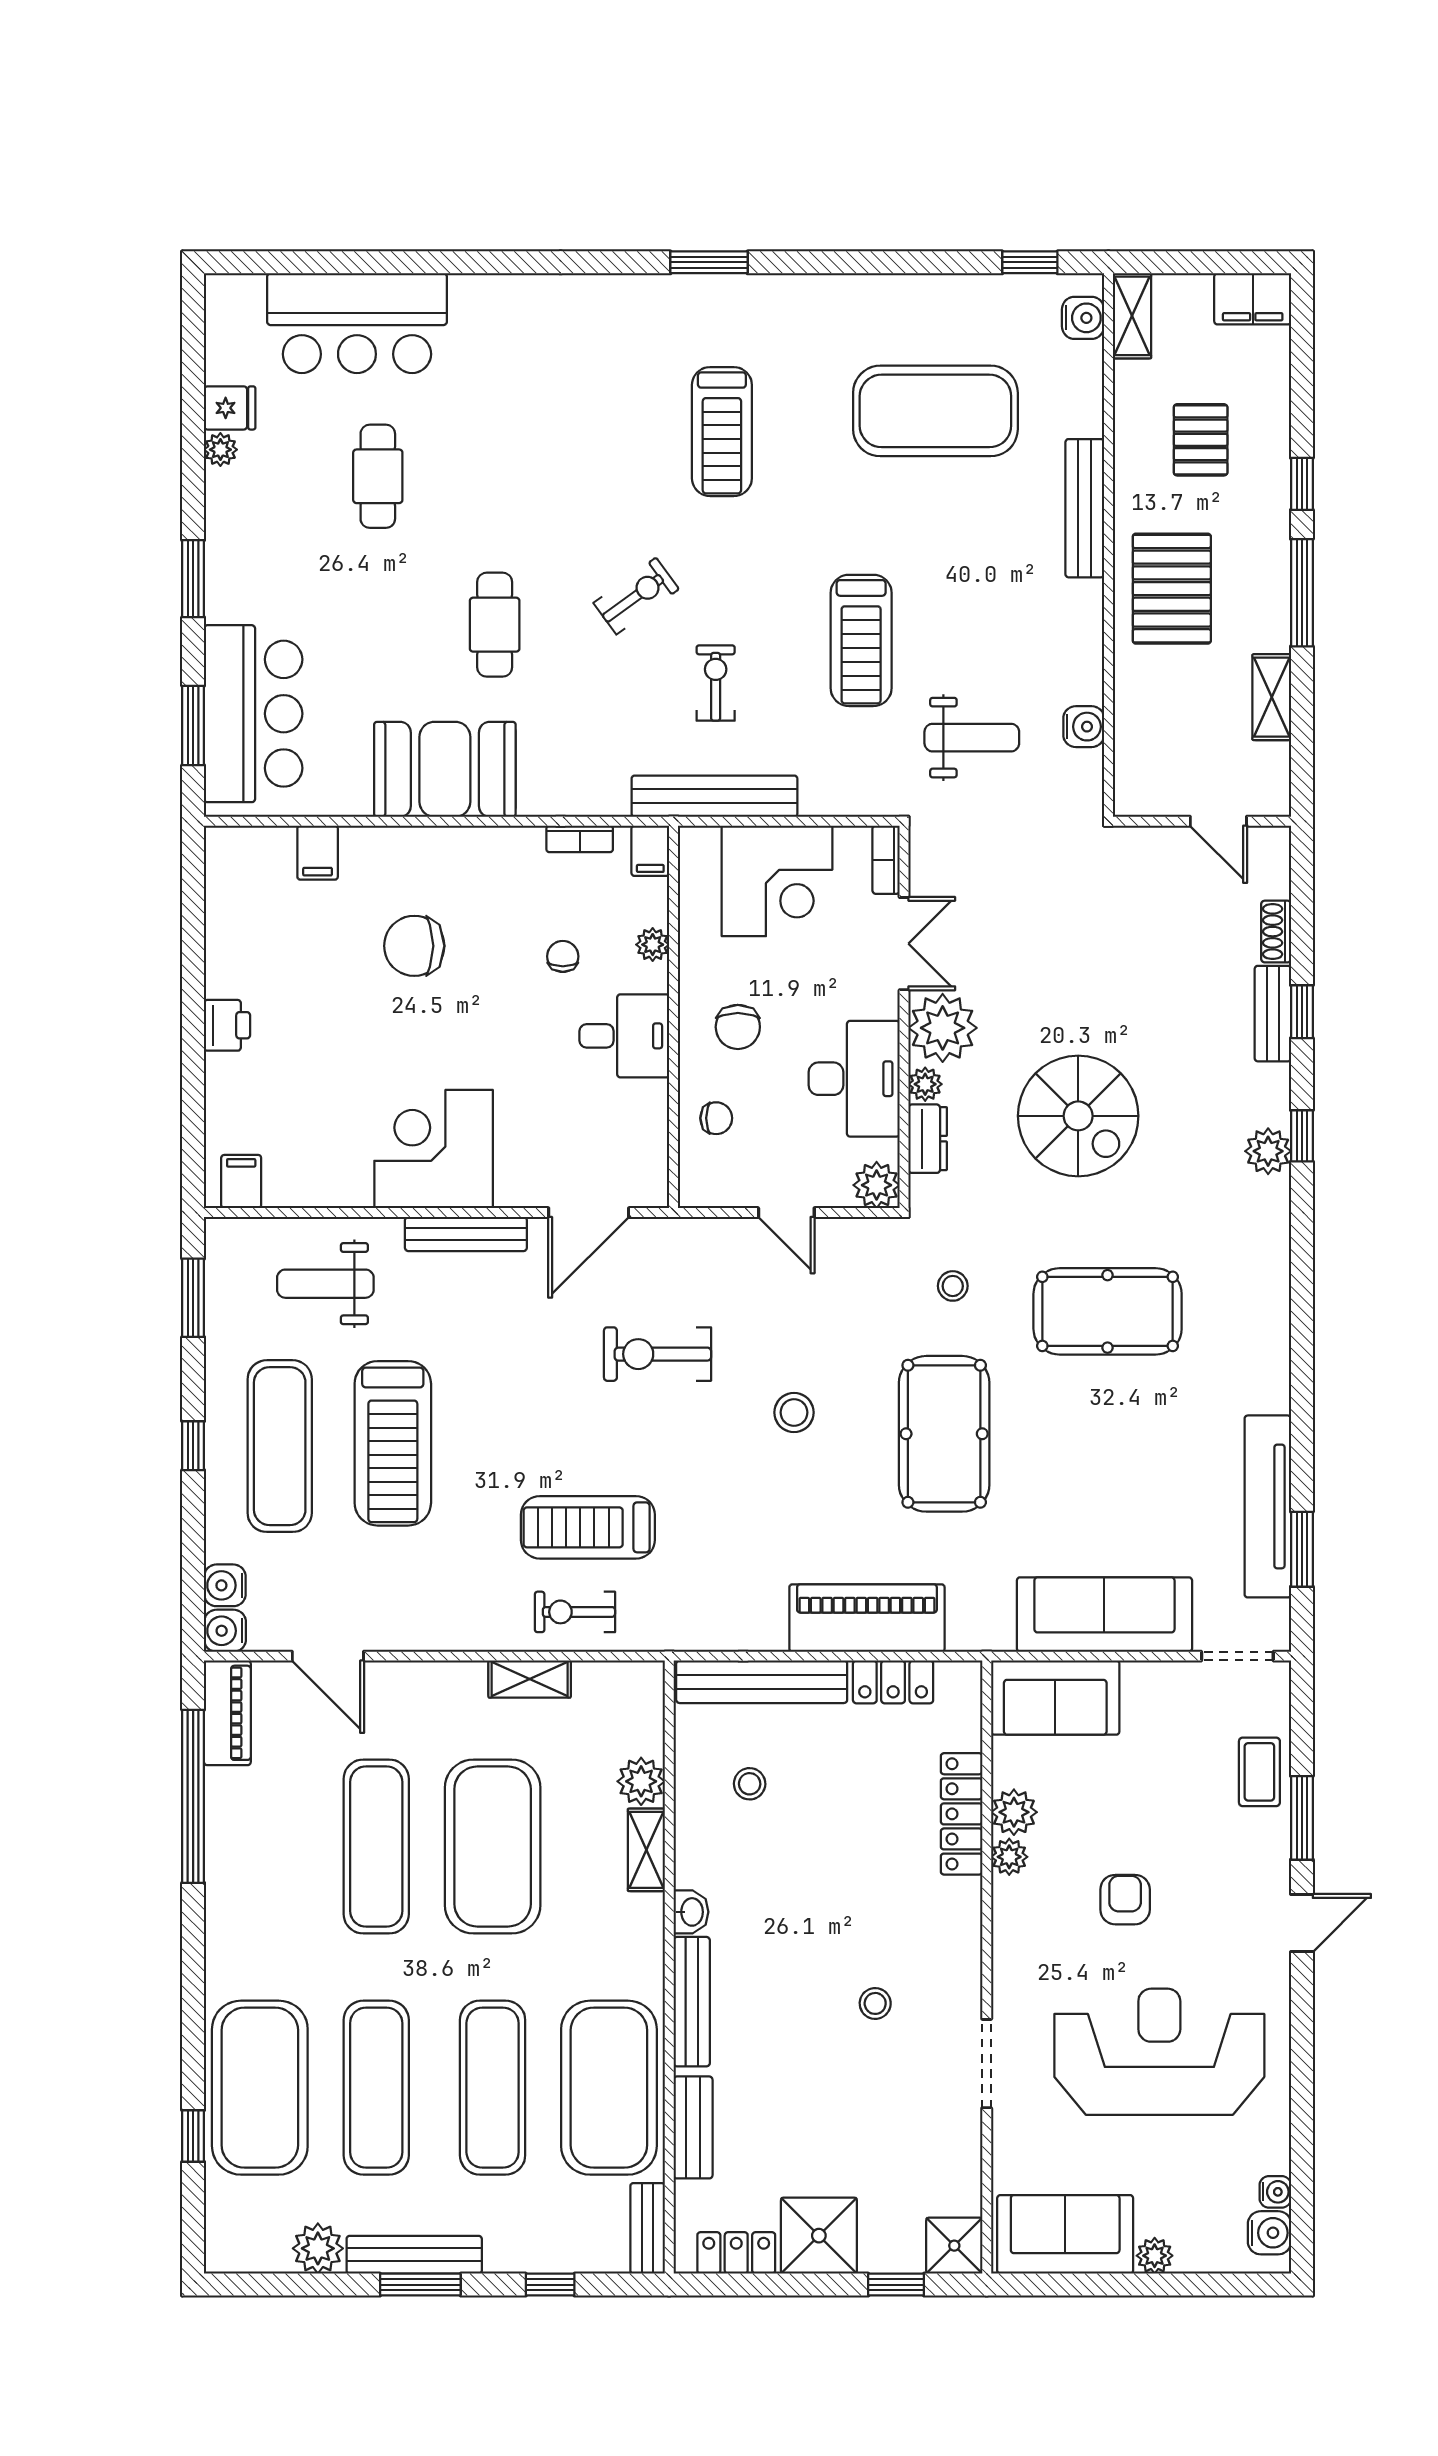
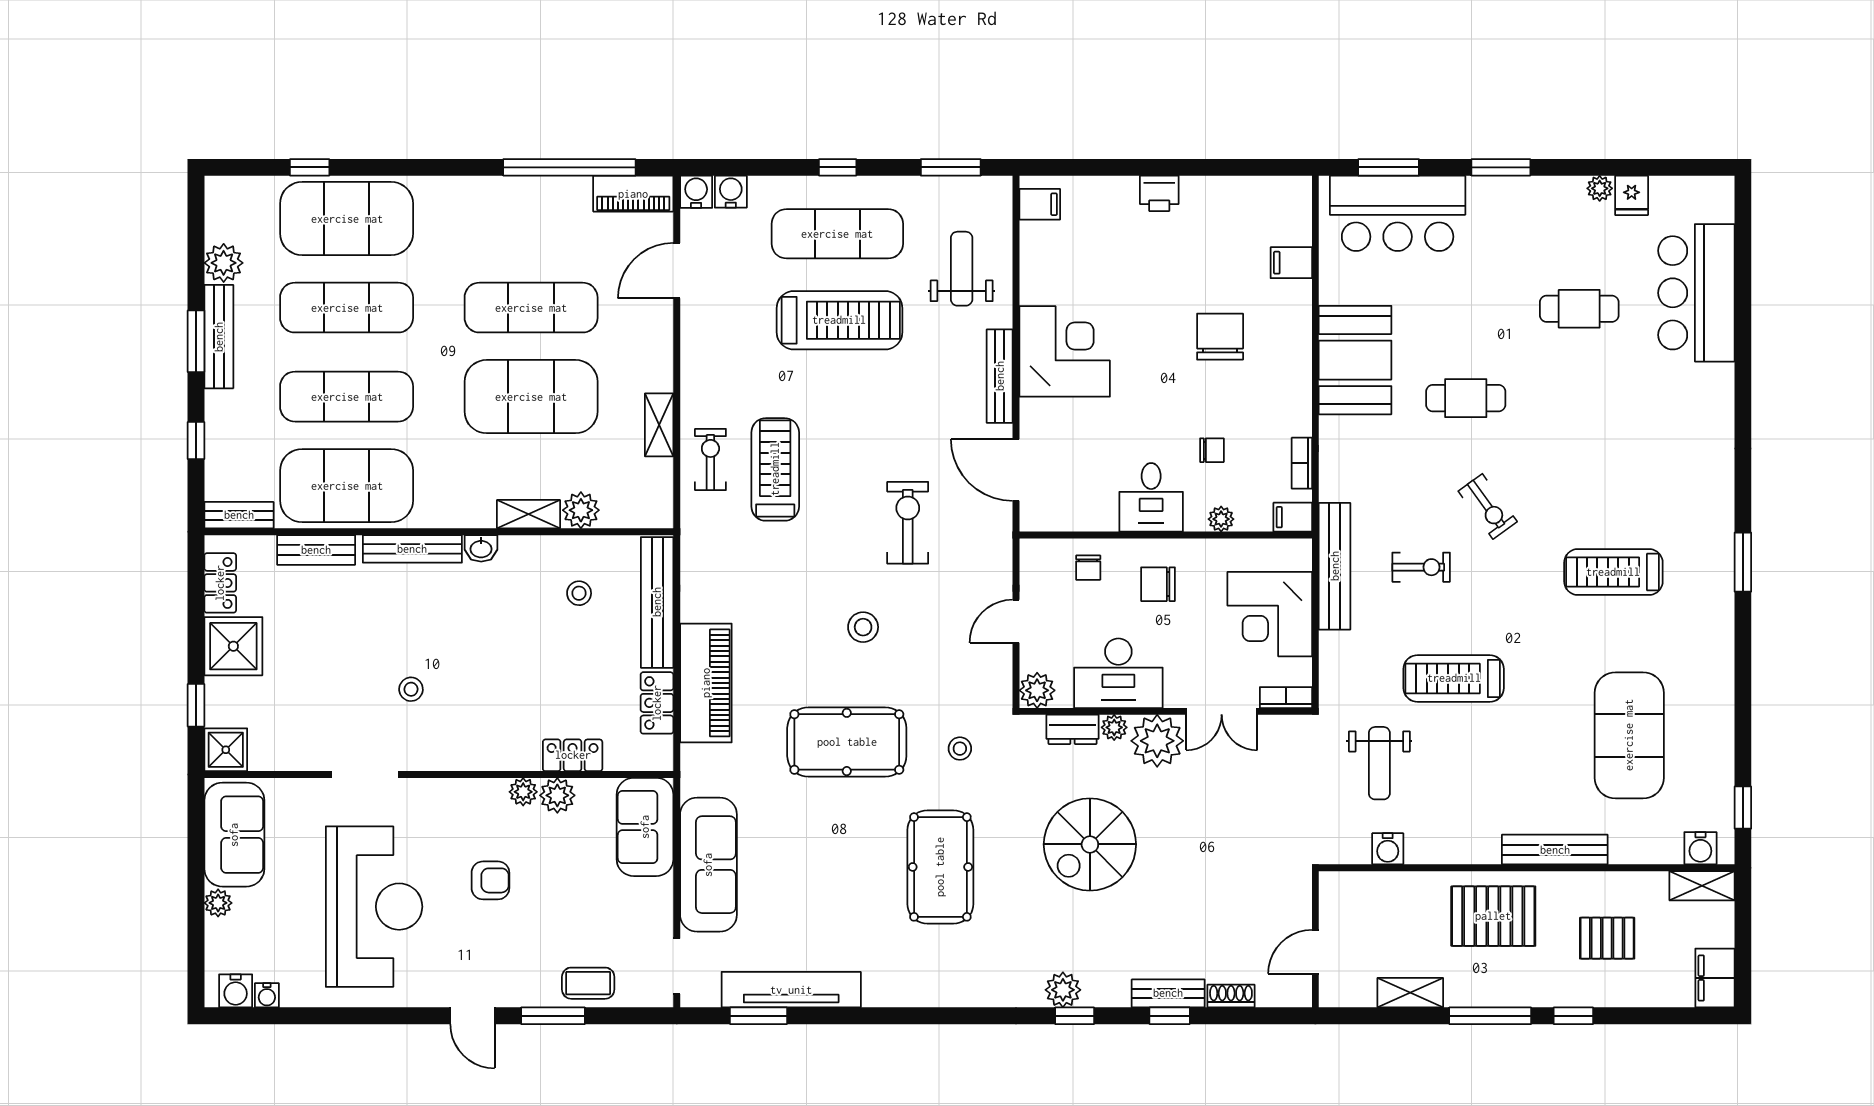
treadmill: (393, 1443) -> (839, 320), turned 180
locker: (962, 1814) -> (573, 755), width x0.66

